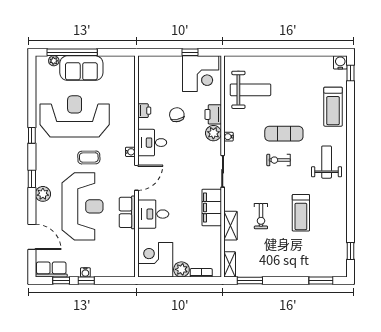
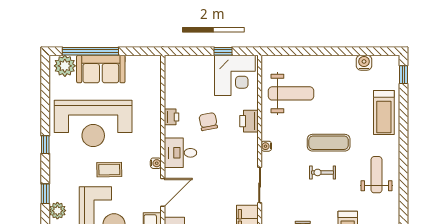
plant: (54, 61) -> (65, 66), width x1.88, depth x1.88
water cooler: (340, 62) -> (364, 63), moved
reception desk: (75, 116) -> (93, 123), turned 180
plant: (213, 133) -> (249, 142), removed

